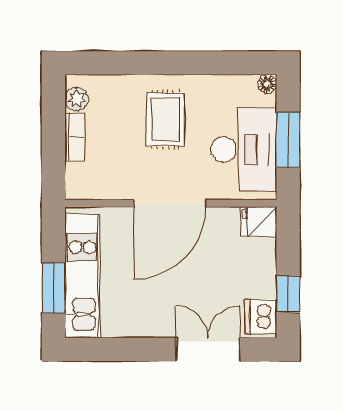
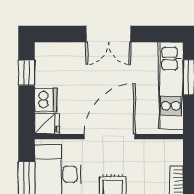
dishwasher: (261, 316) -> (46, 100), moved
double door: (208, 349) -> (108, 34), moved

